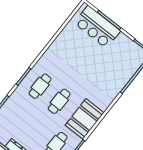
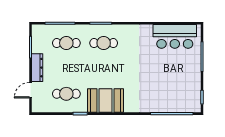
bar counter: (97, 27) -> (175, 36), moved, turned -90
cafe table: (59, 101) -> (66, 43), moved

